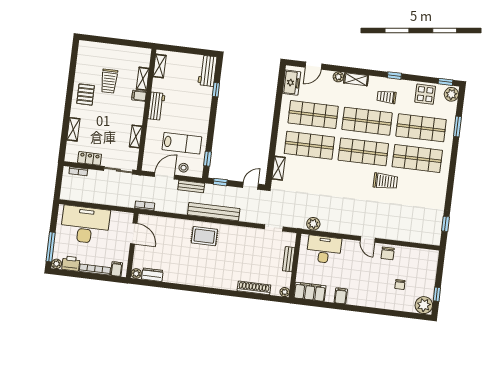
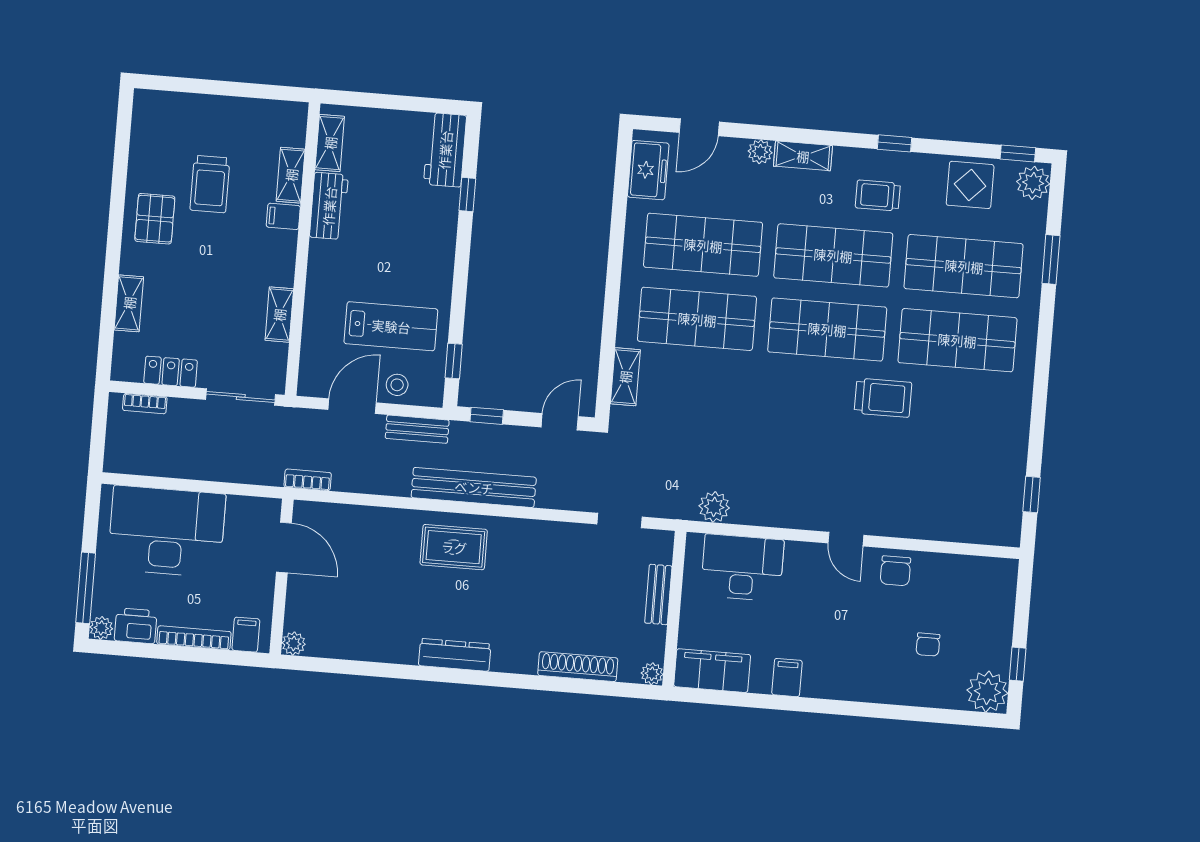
workbench: (156, 106) -> (329, 206), moved
dresser: (152, 275) -> (455, 655), moved, width x1.44

